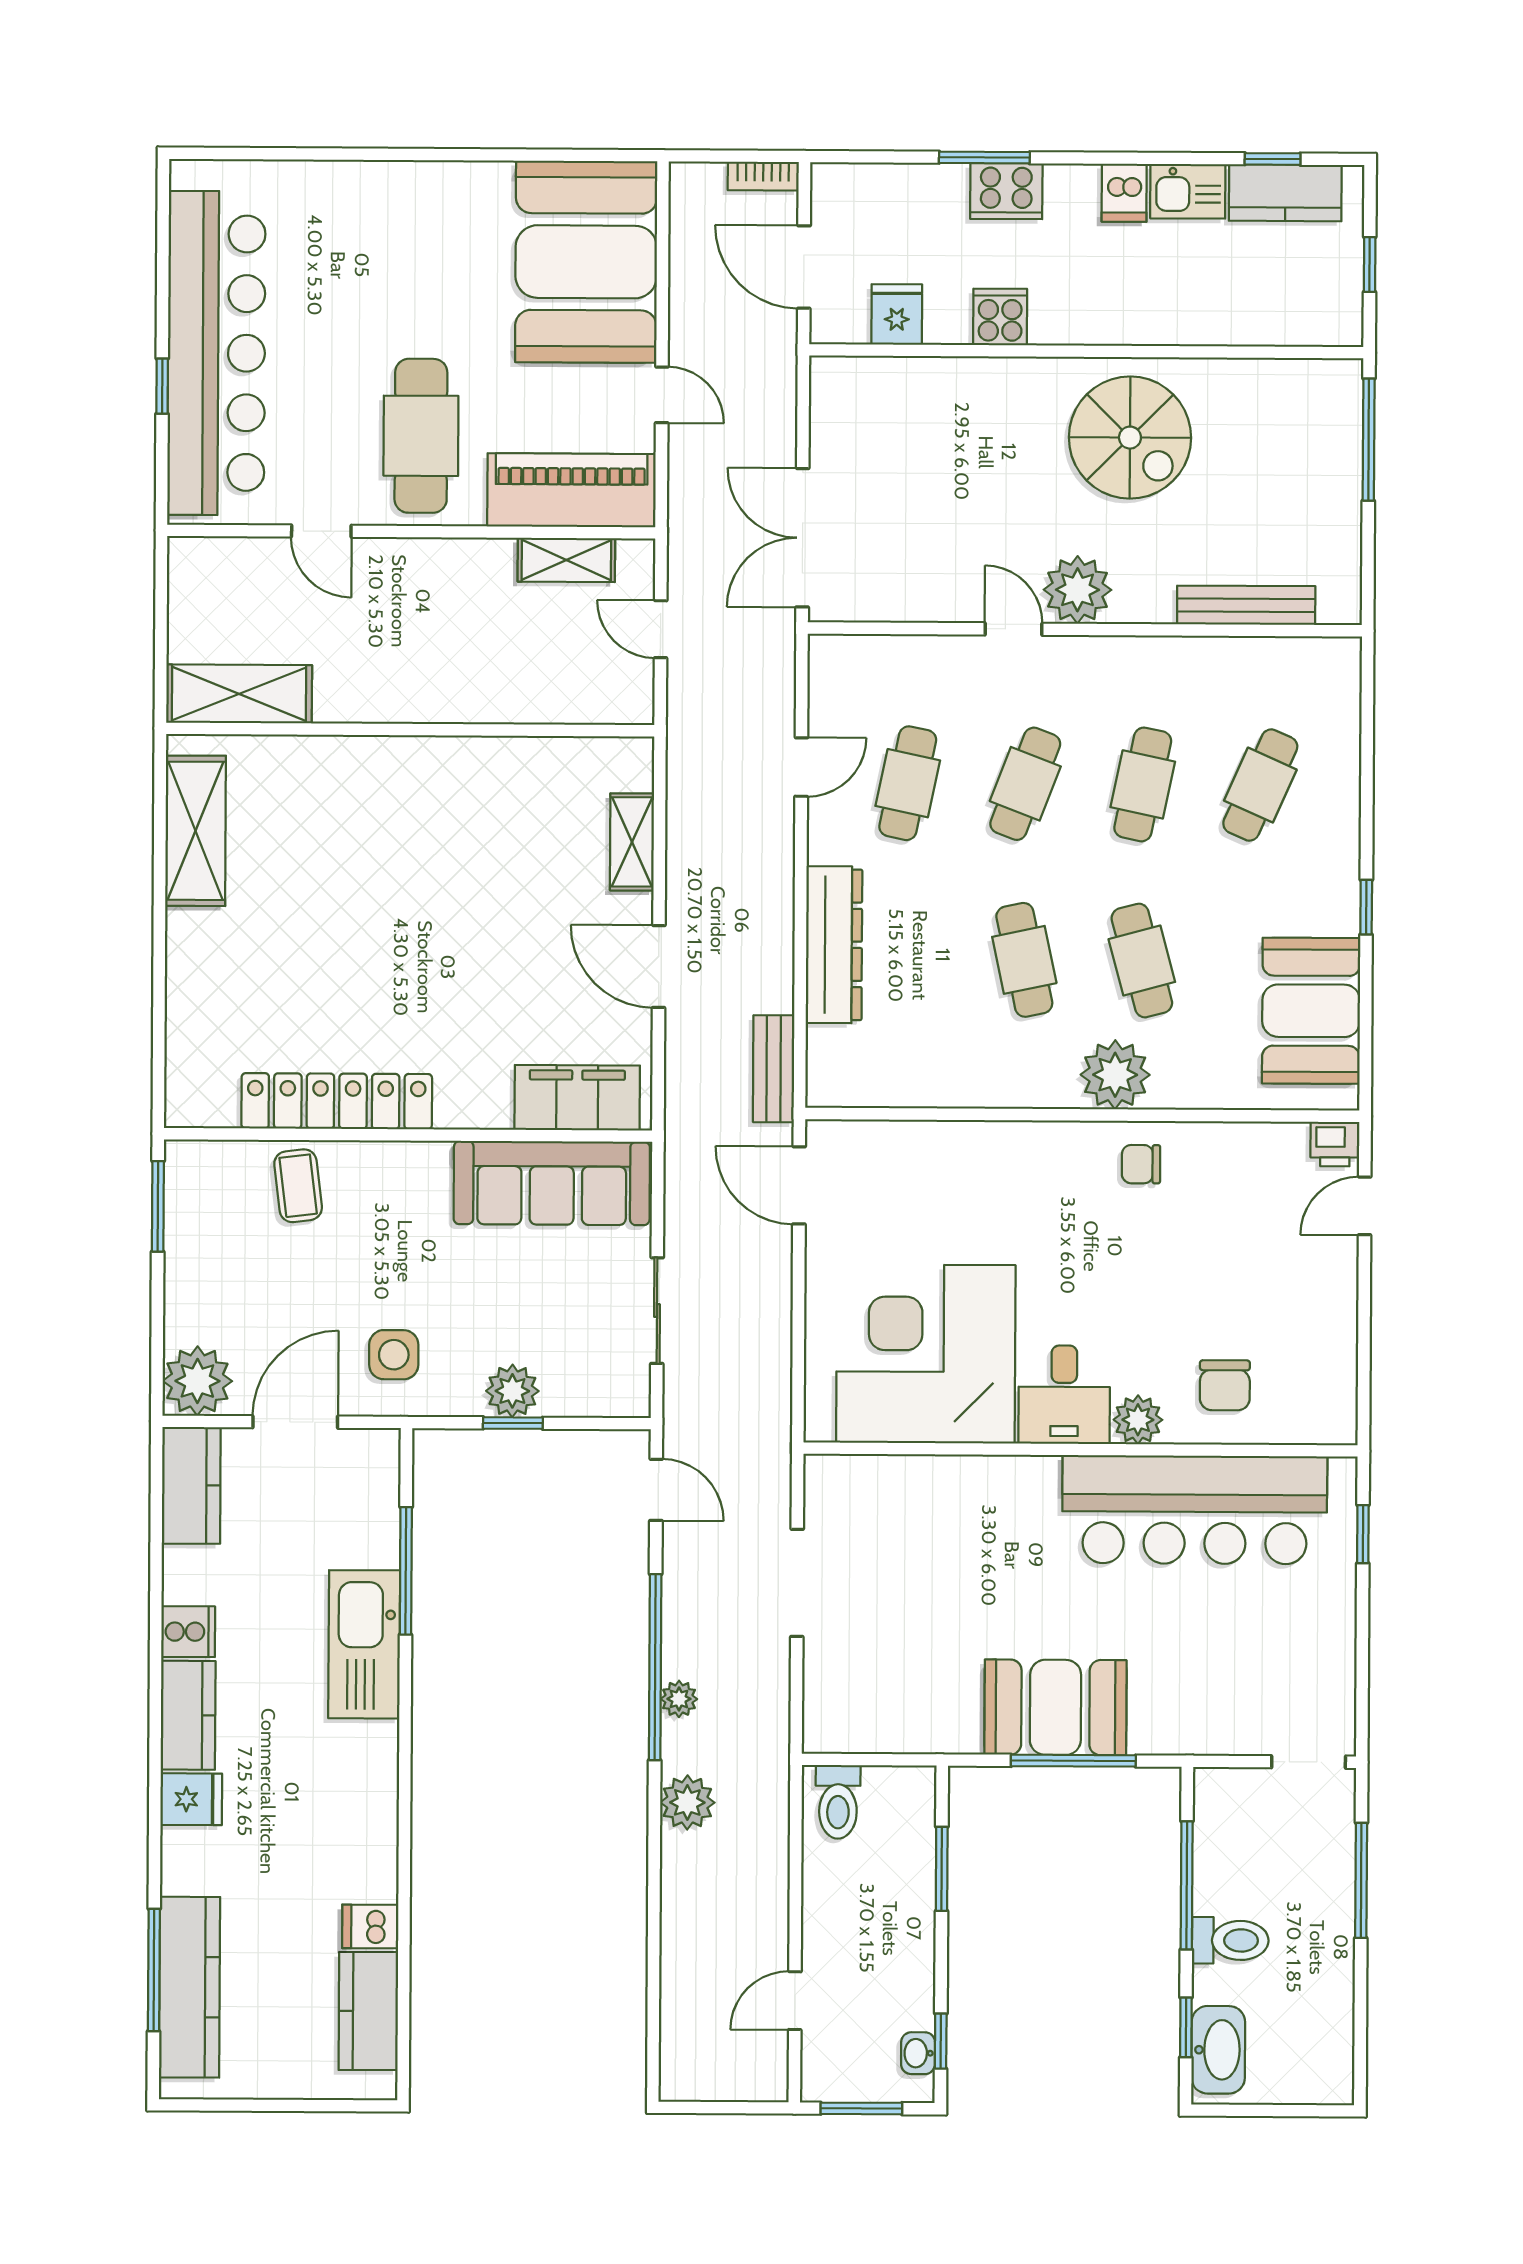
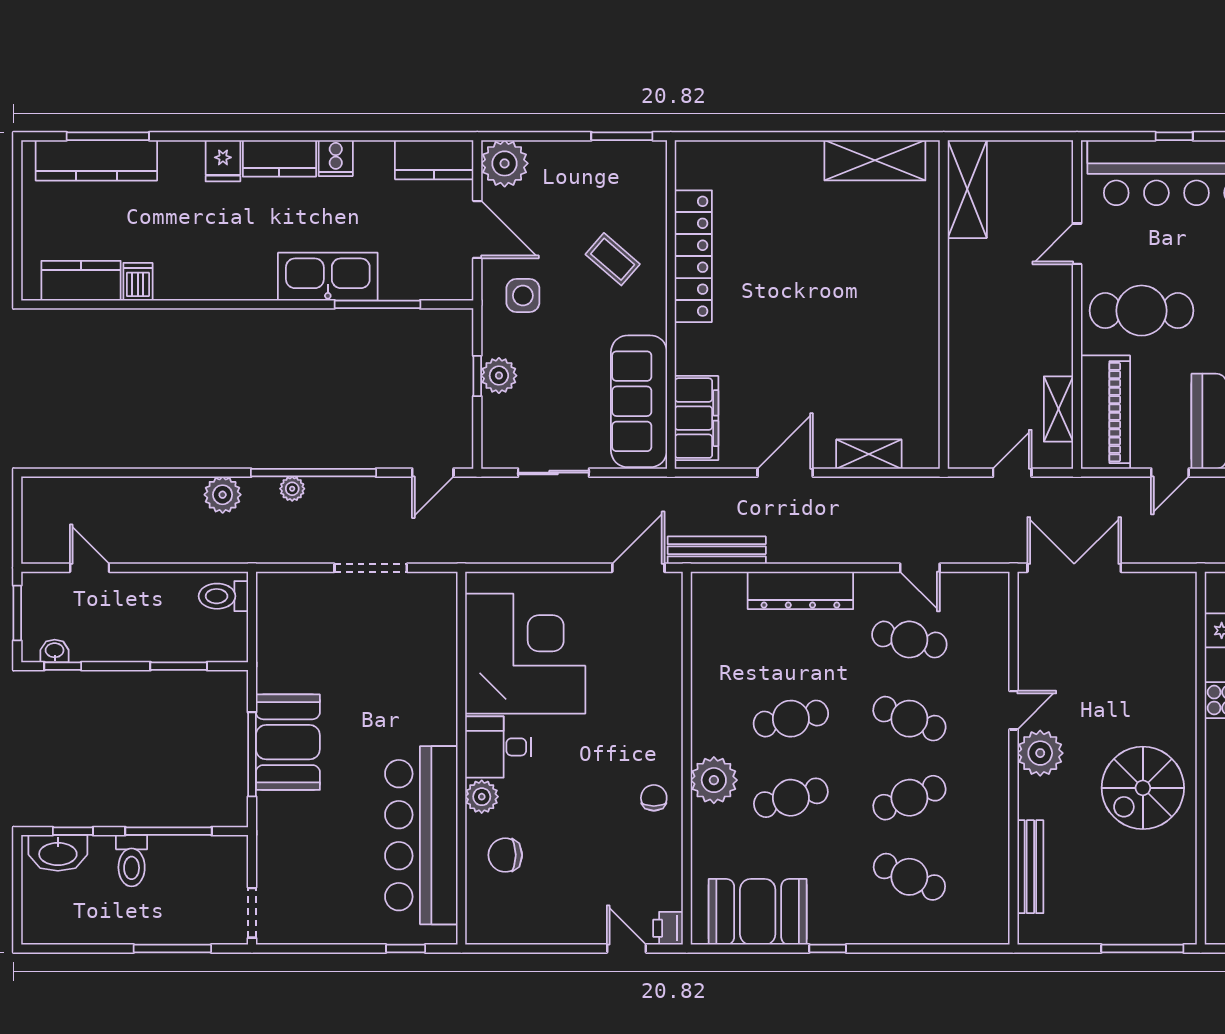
cafe table: (1143, 784) -> (909, 798), turned -33
bench: (774, 1069) -> (717, 550), width x1.36
coffee table: (298, 1186) -> (613, 259), moved, turned 48

